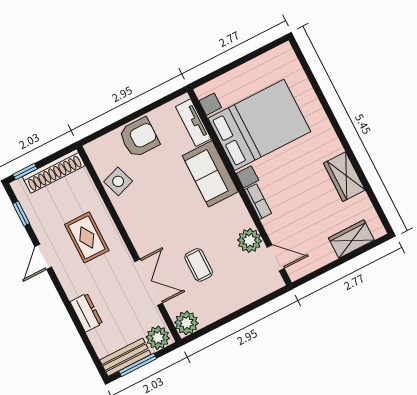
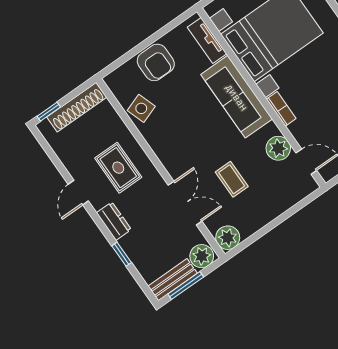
armchair: (139, 137) -> (156, 62), turned 90
sofa: (210, 174) -> (237, 97), width x1.36
window: (21, 214) -> (122, 254), moved
dresser: (86, 313) -> (114, 221), moved

